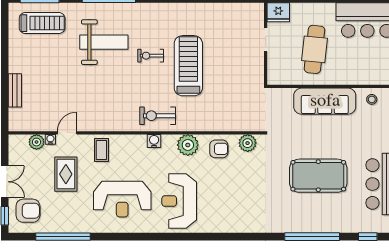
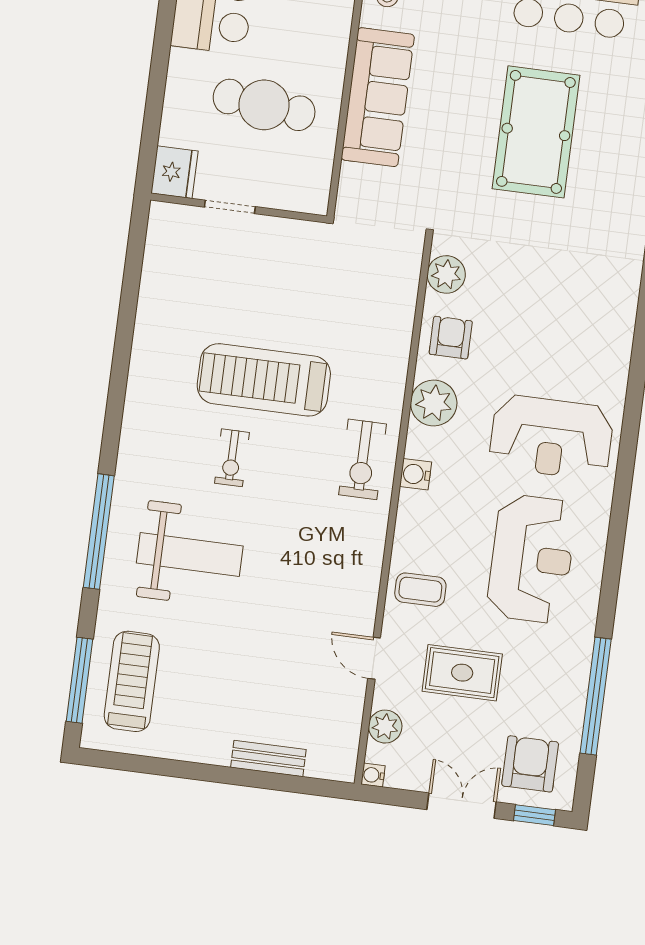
weight bench: (104, 42) -> (190, 554), turned 90
water cooler: (50, 139) -> (373, 775), moved

